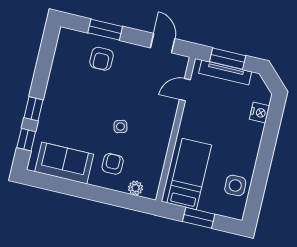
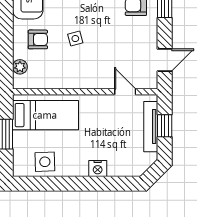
window: (228, 59) -> (165, 126), width x0.67
nightstand: (259, 113) -> (98, 168), moved

